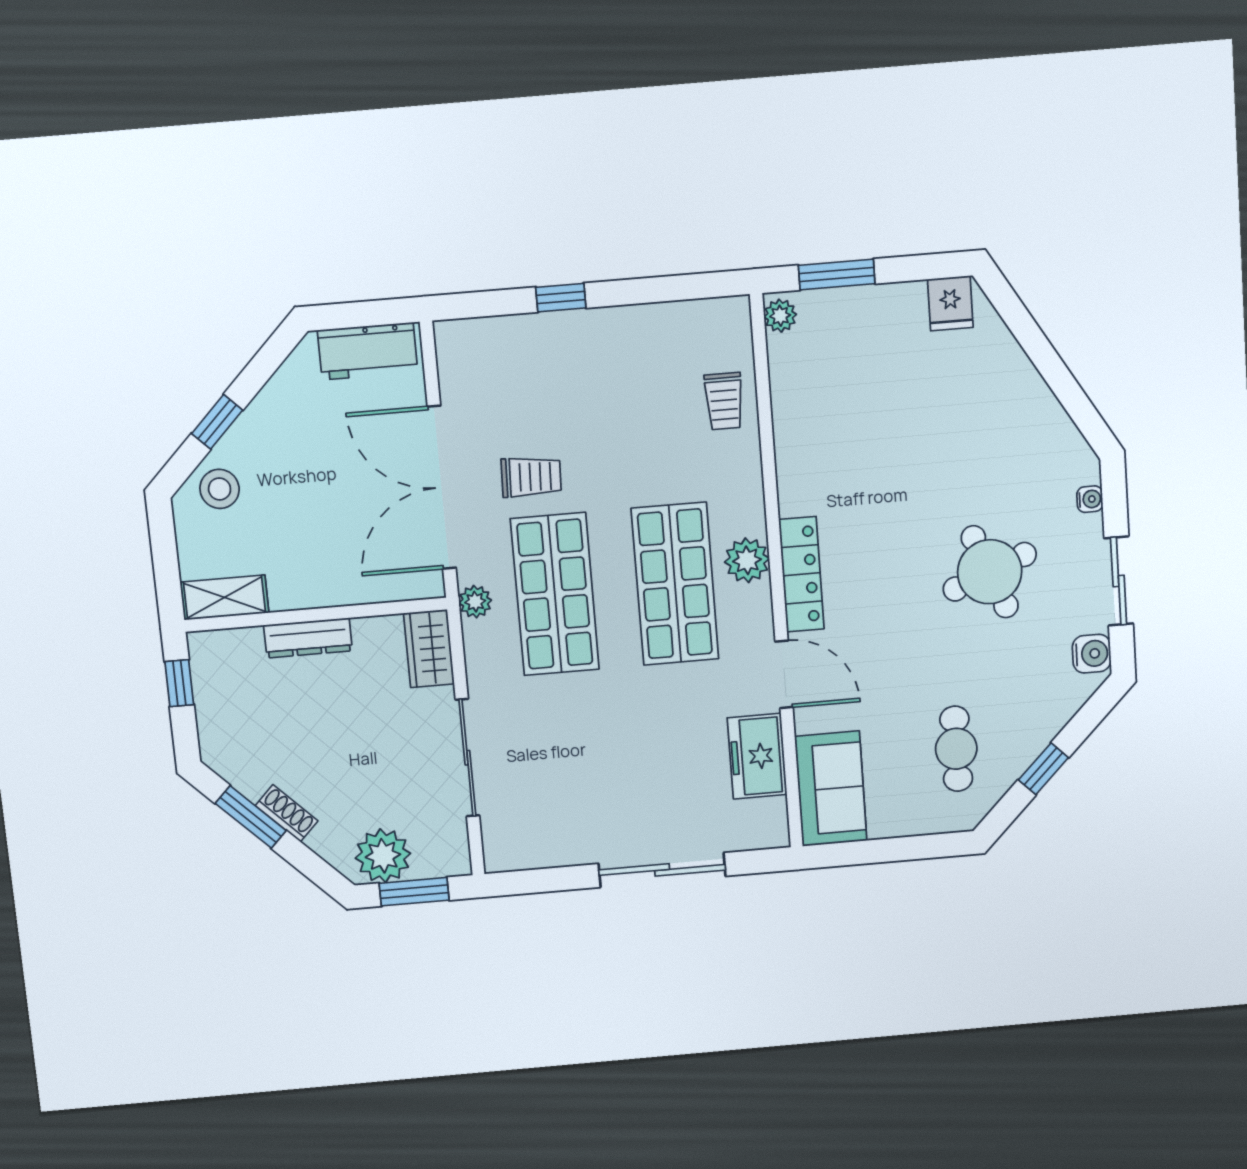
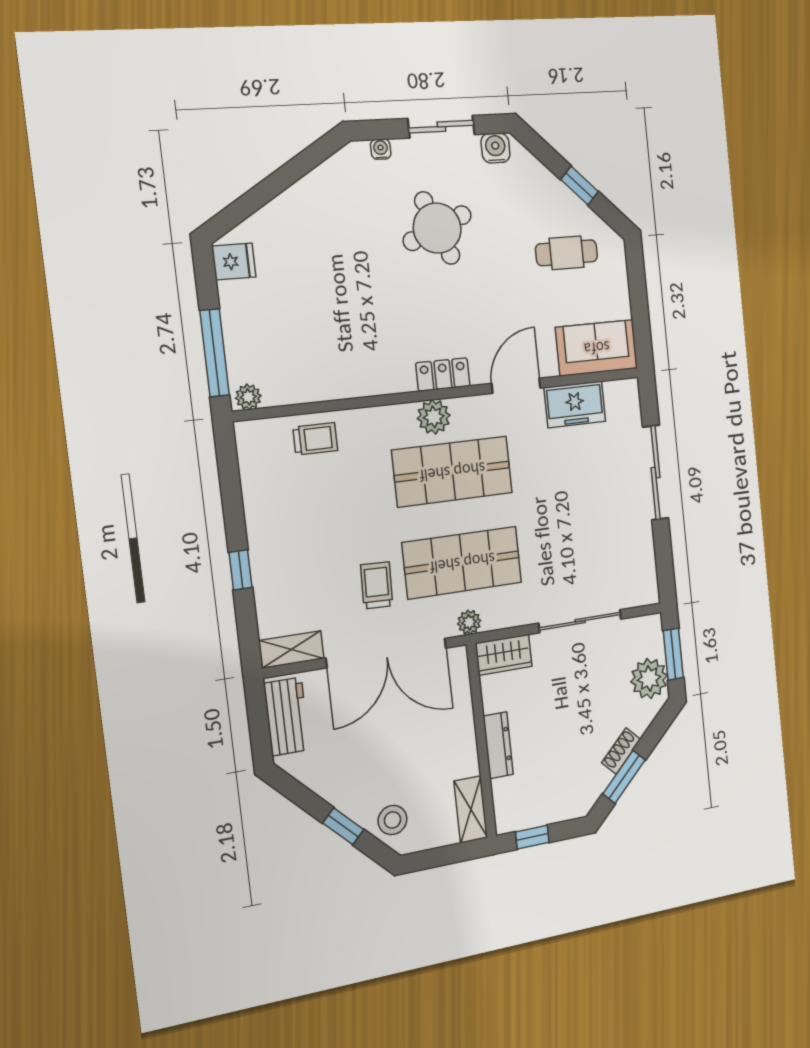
window: (837, 275) -> (215, 353), width x1.44
shelving: (454, 360) -> (291, 649), added
locker: (801, 574) -> (443, 375), width x0.66

